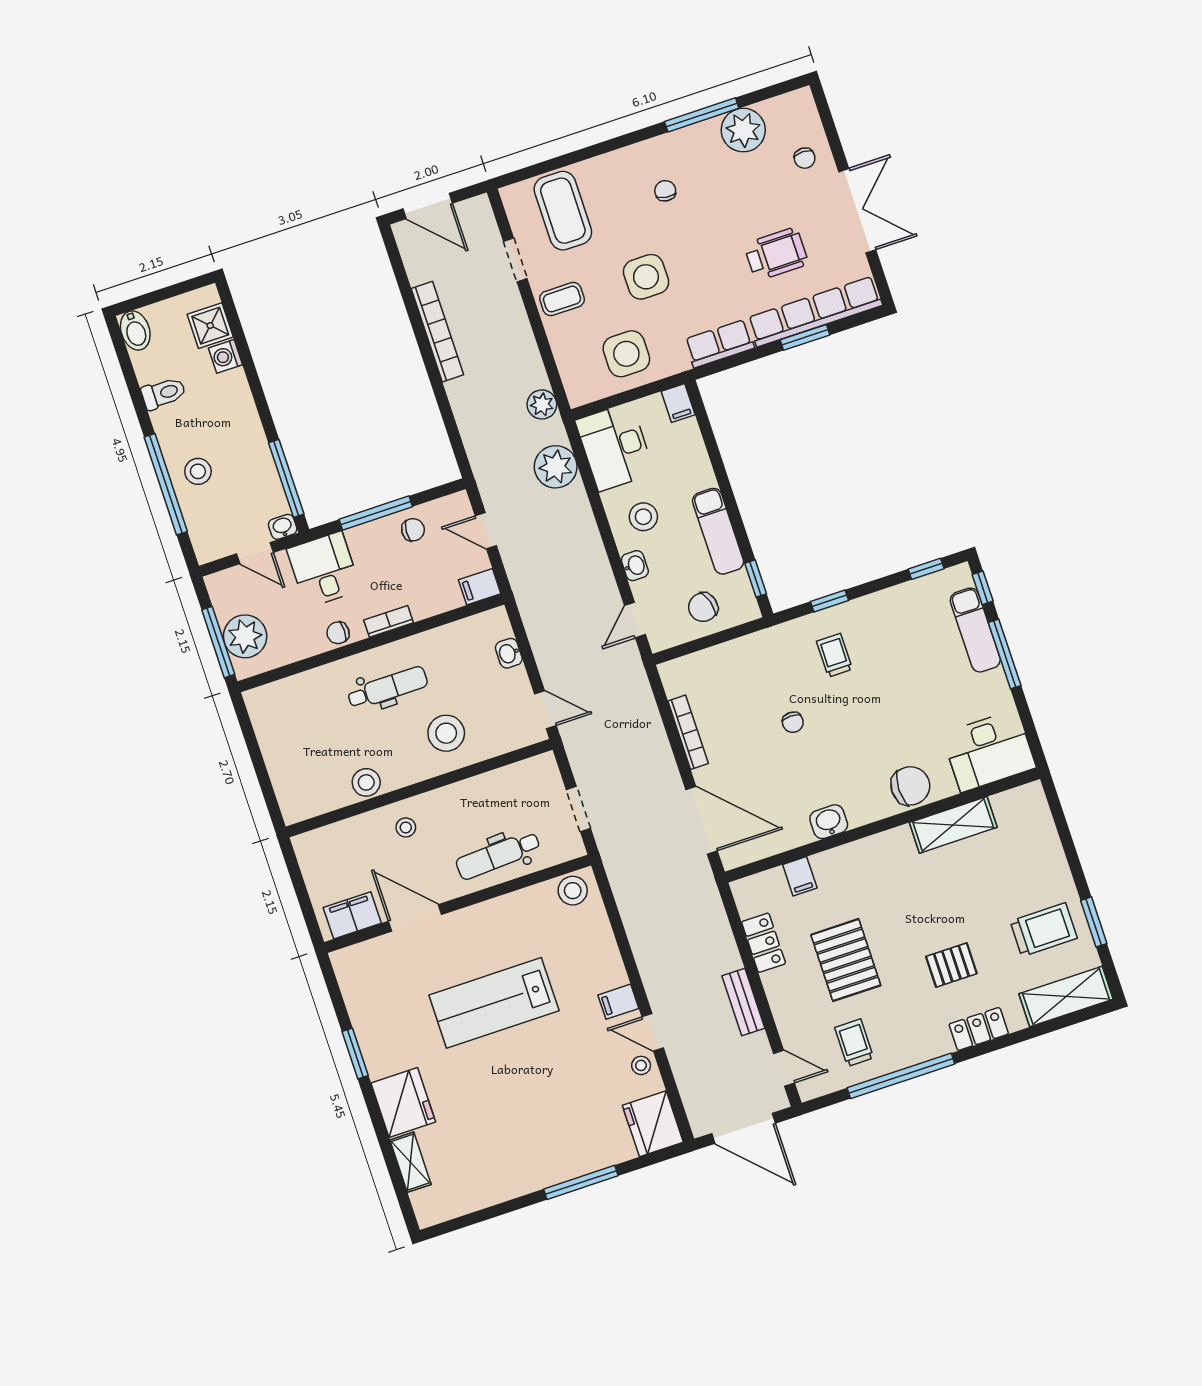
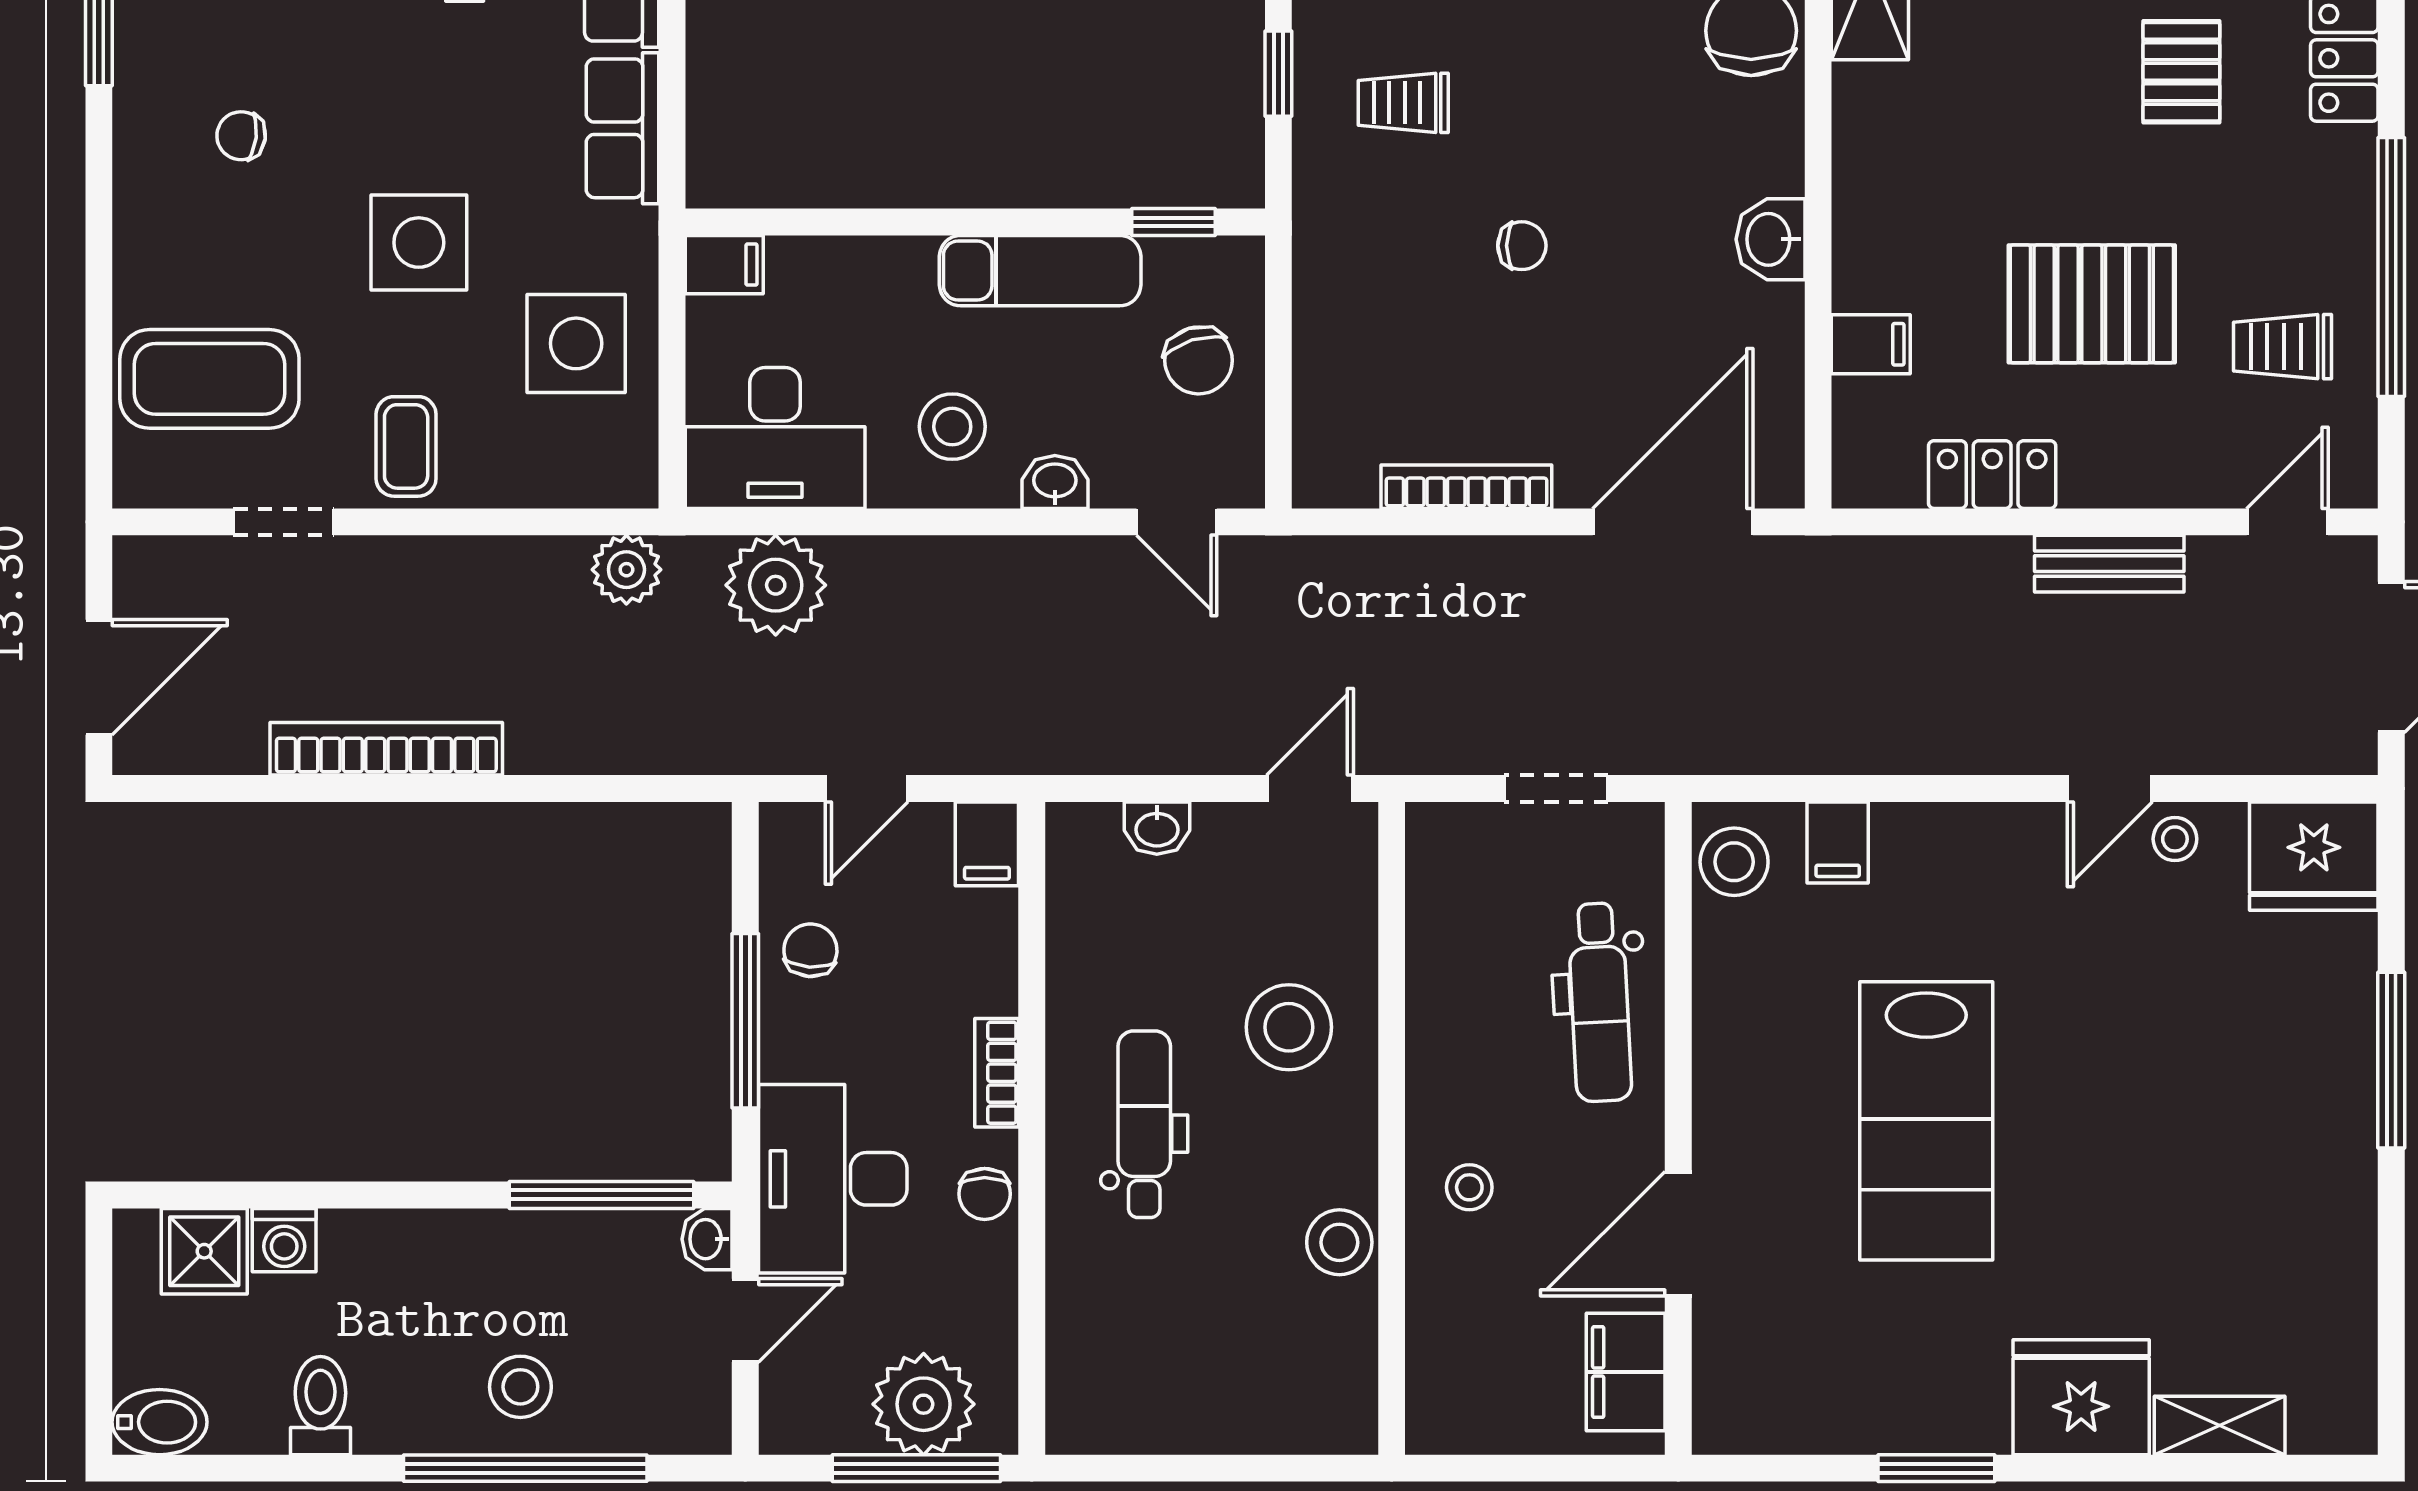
desk: (324, 569) -> (833, 1179), width x1.37
filing cabinet: (618, 1002) -> (1838, 842), moved

